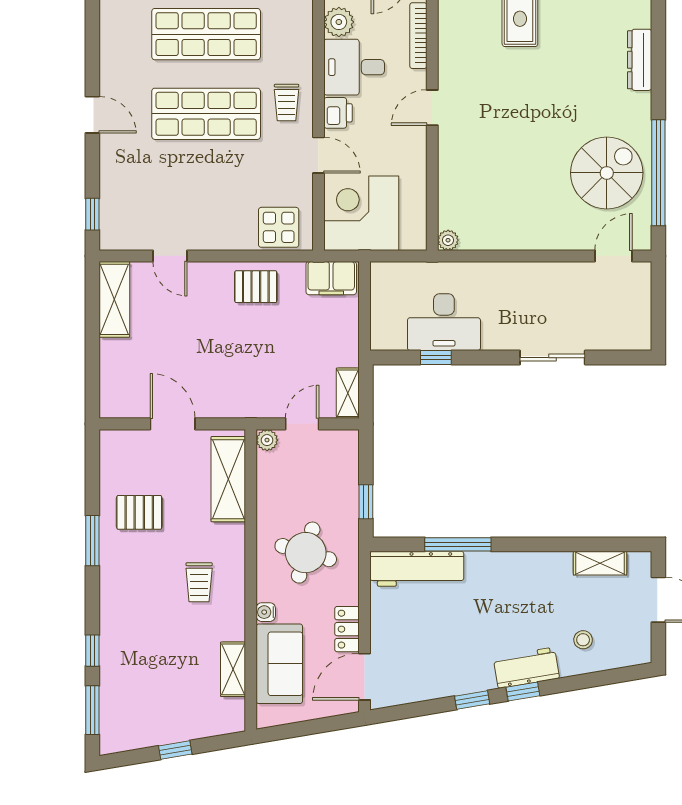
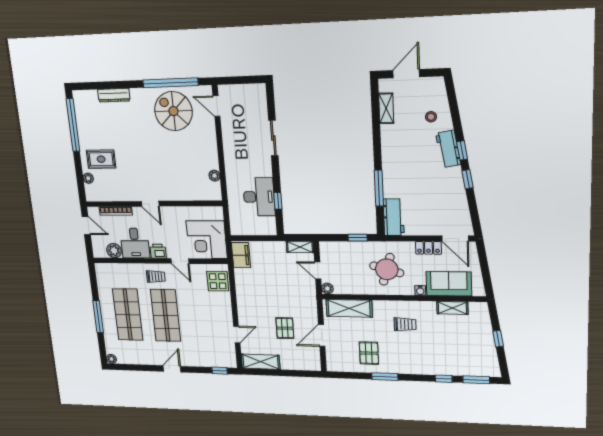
door: (318, 155) -> (180, 261), swing flipped
plant: (448, 240) -> (214, 176), moved
pallet: (256, 287) -> (285, 328), moved
workbench: (417, 569) -> (394, 217), width x0.73

